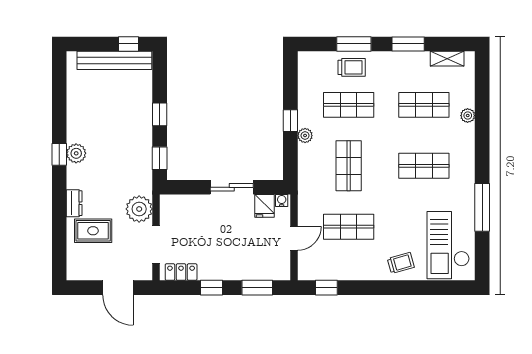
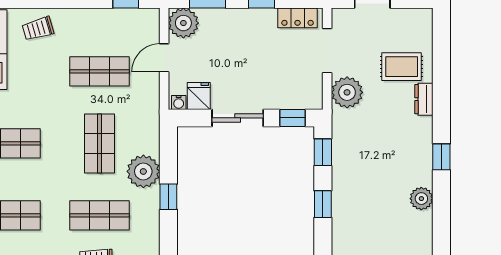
plant: (305, 136) -> (143, 171), width x1.87, depth x1.87
plant: (76, 153) -> (421, 199), moved
window: (185, 187) -> (293, 118), added
plant: (278, 268) -> (183, 23), added

